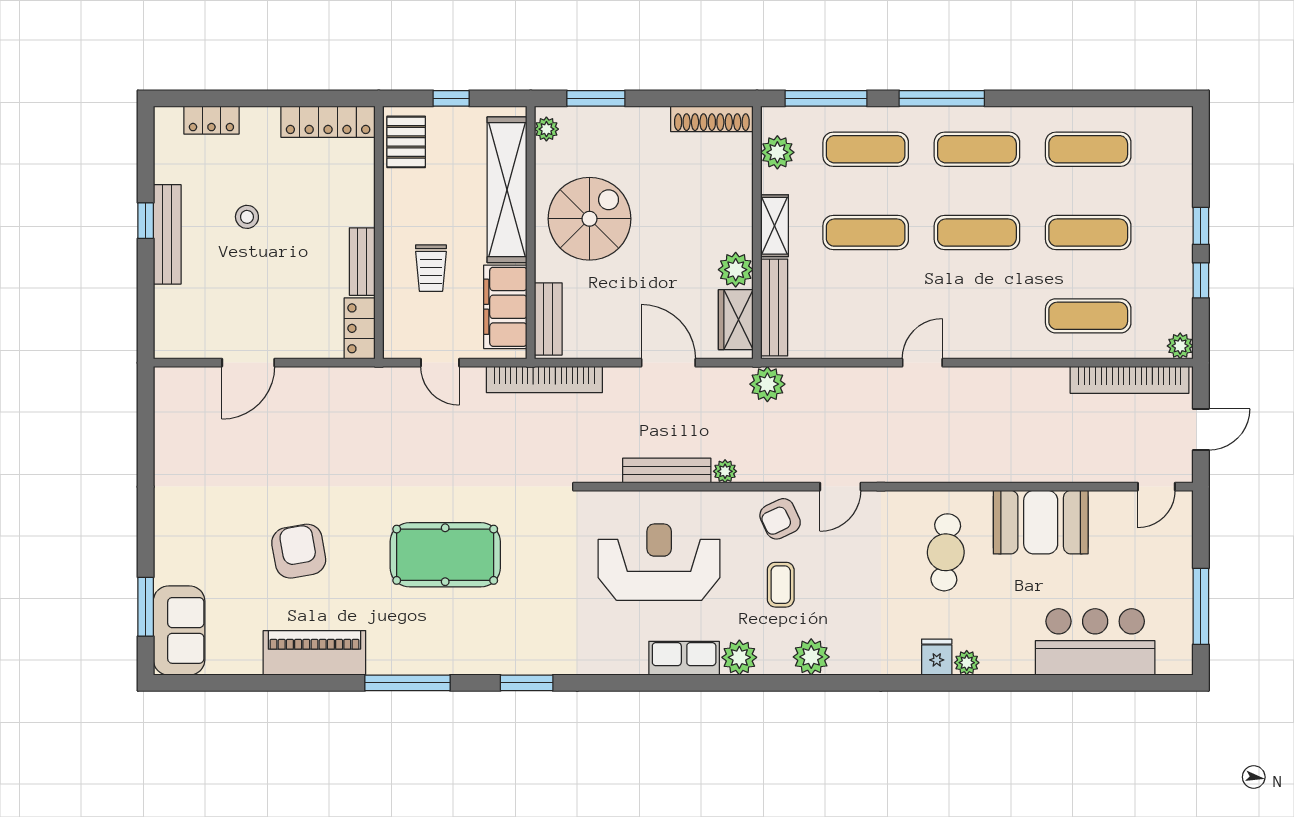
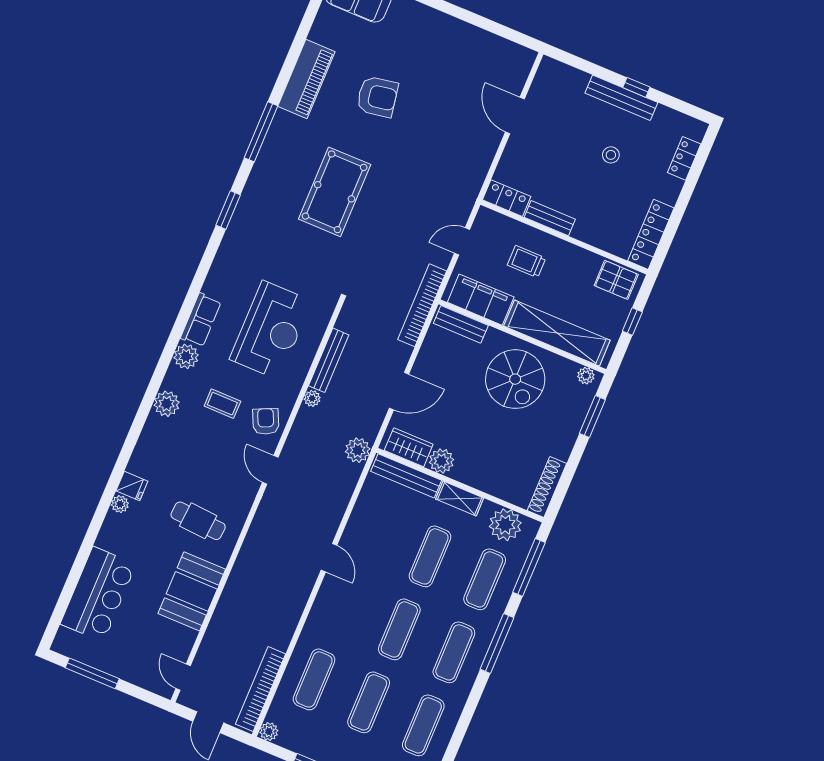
plant: (777, 152) -> (505, 525), width x1.36, depth x1.36

